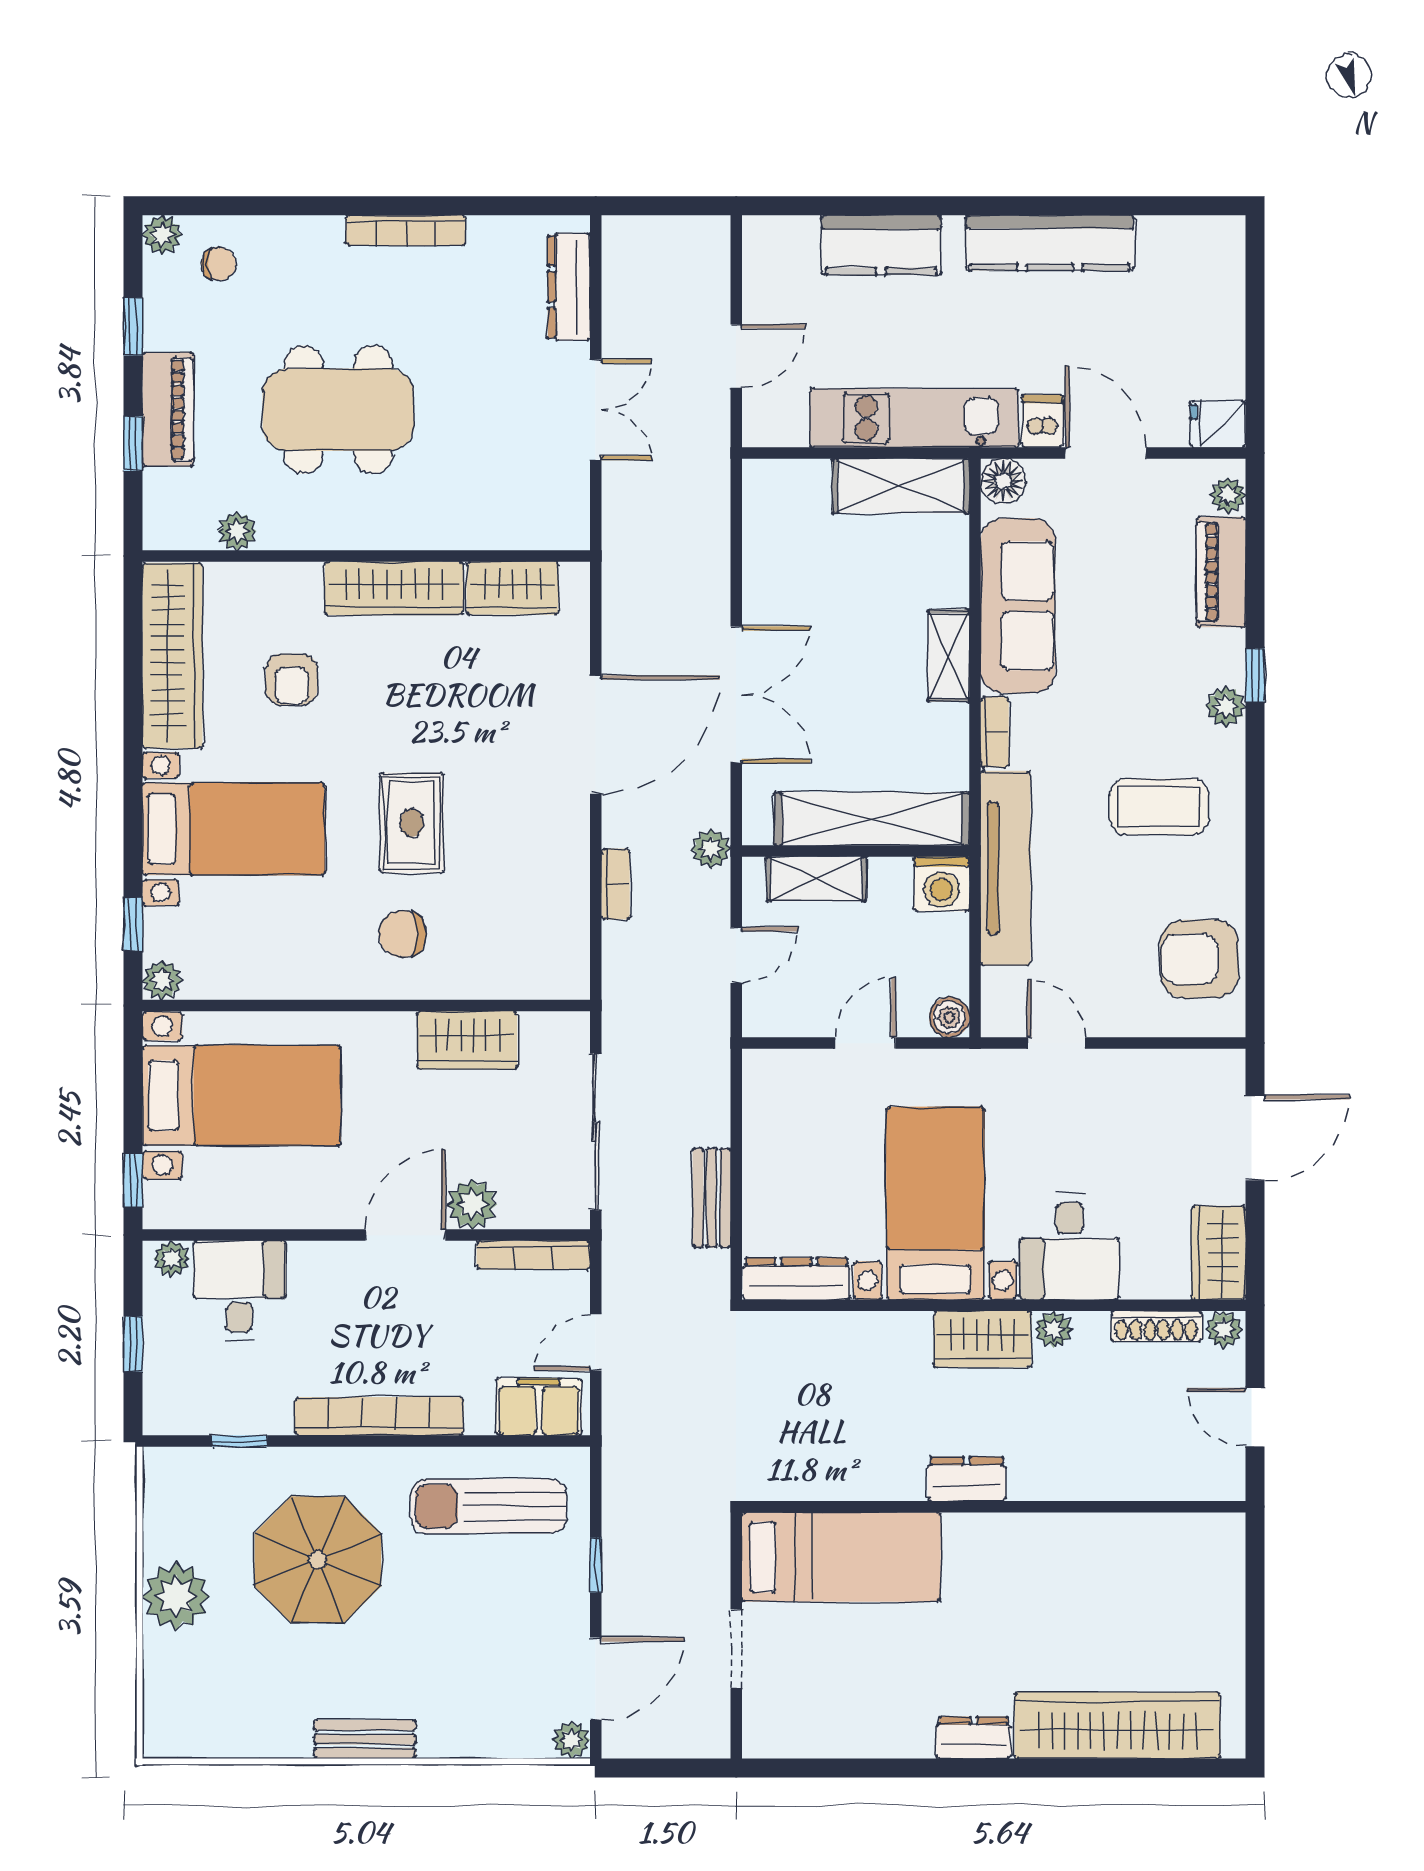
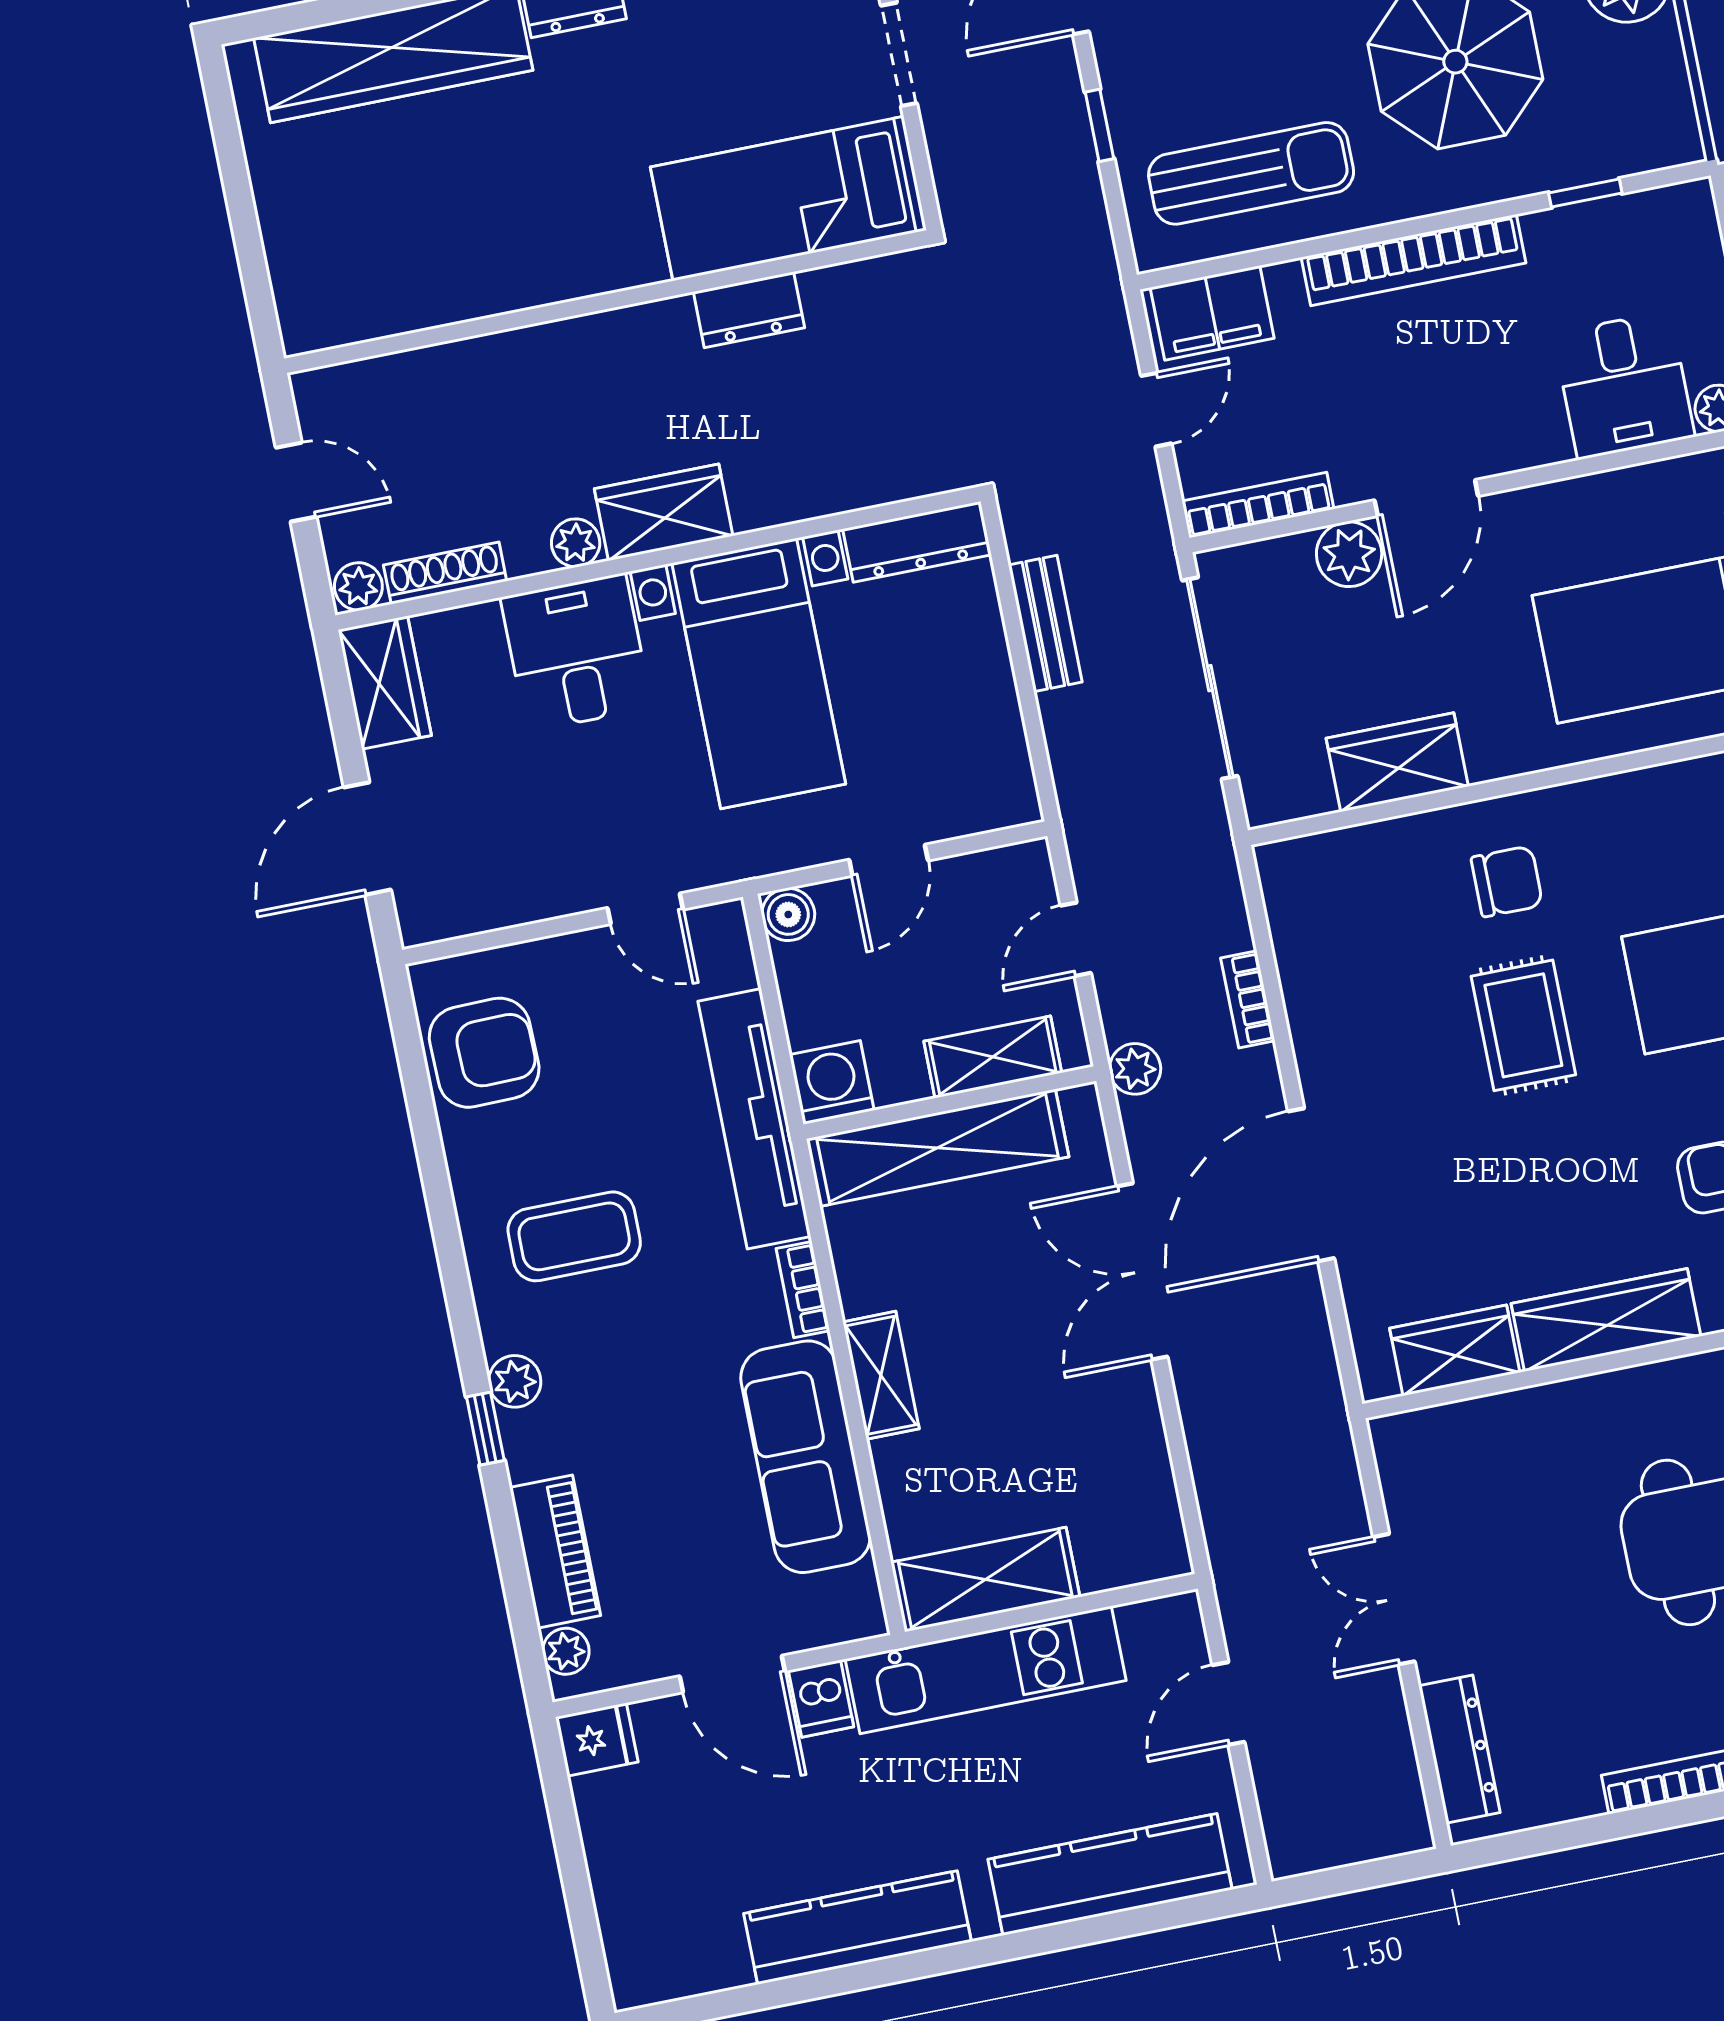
kitchen counter: (881, 245) -> (1110, 1874), width x1.50
floor lamp: (1003, 481) -> (856, 1612), removed
dresser: (967, 1479) -> (749, 310), moved

